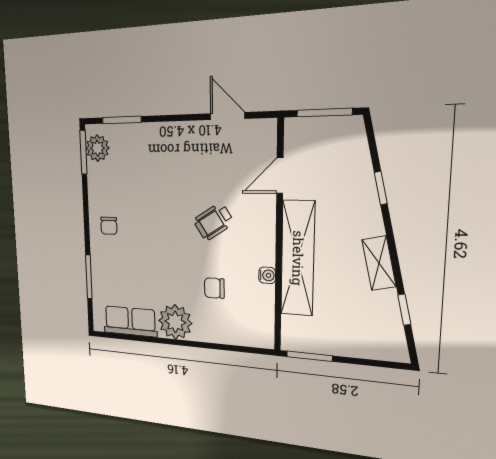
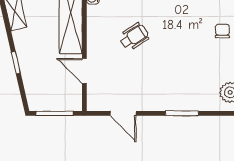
window: (122, 120) -> (182, 113), moved
door: (280, 176) -> (84, 71), swing flipped

